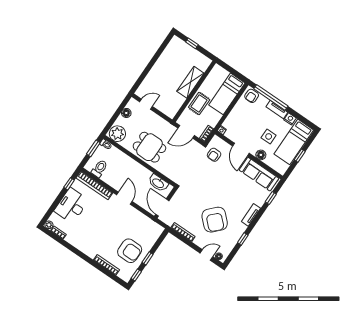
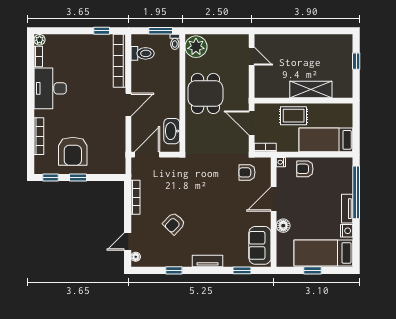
armchair: (252, 96) -> (305, 169), moved
floor lamp: (126, 113) -> (226, 41), removed
side table: (269, 136) -> (310, 220), removed
sofa: (259, 174) -> (260, 245), width x0.73
desk: (71, 206) -> (50, 88), moved, turned -90
armchair: (215, 220) -> (174, 223), width x0.53, depth x0.53
door: (206, 255) -> (128, 242), swing flipped

